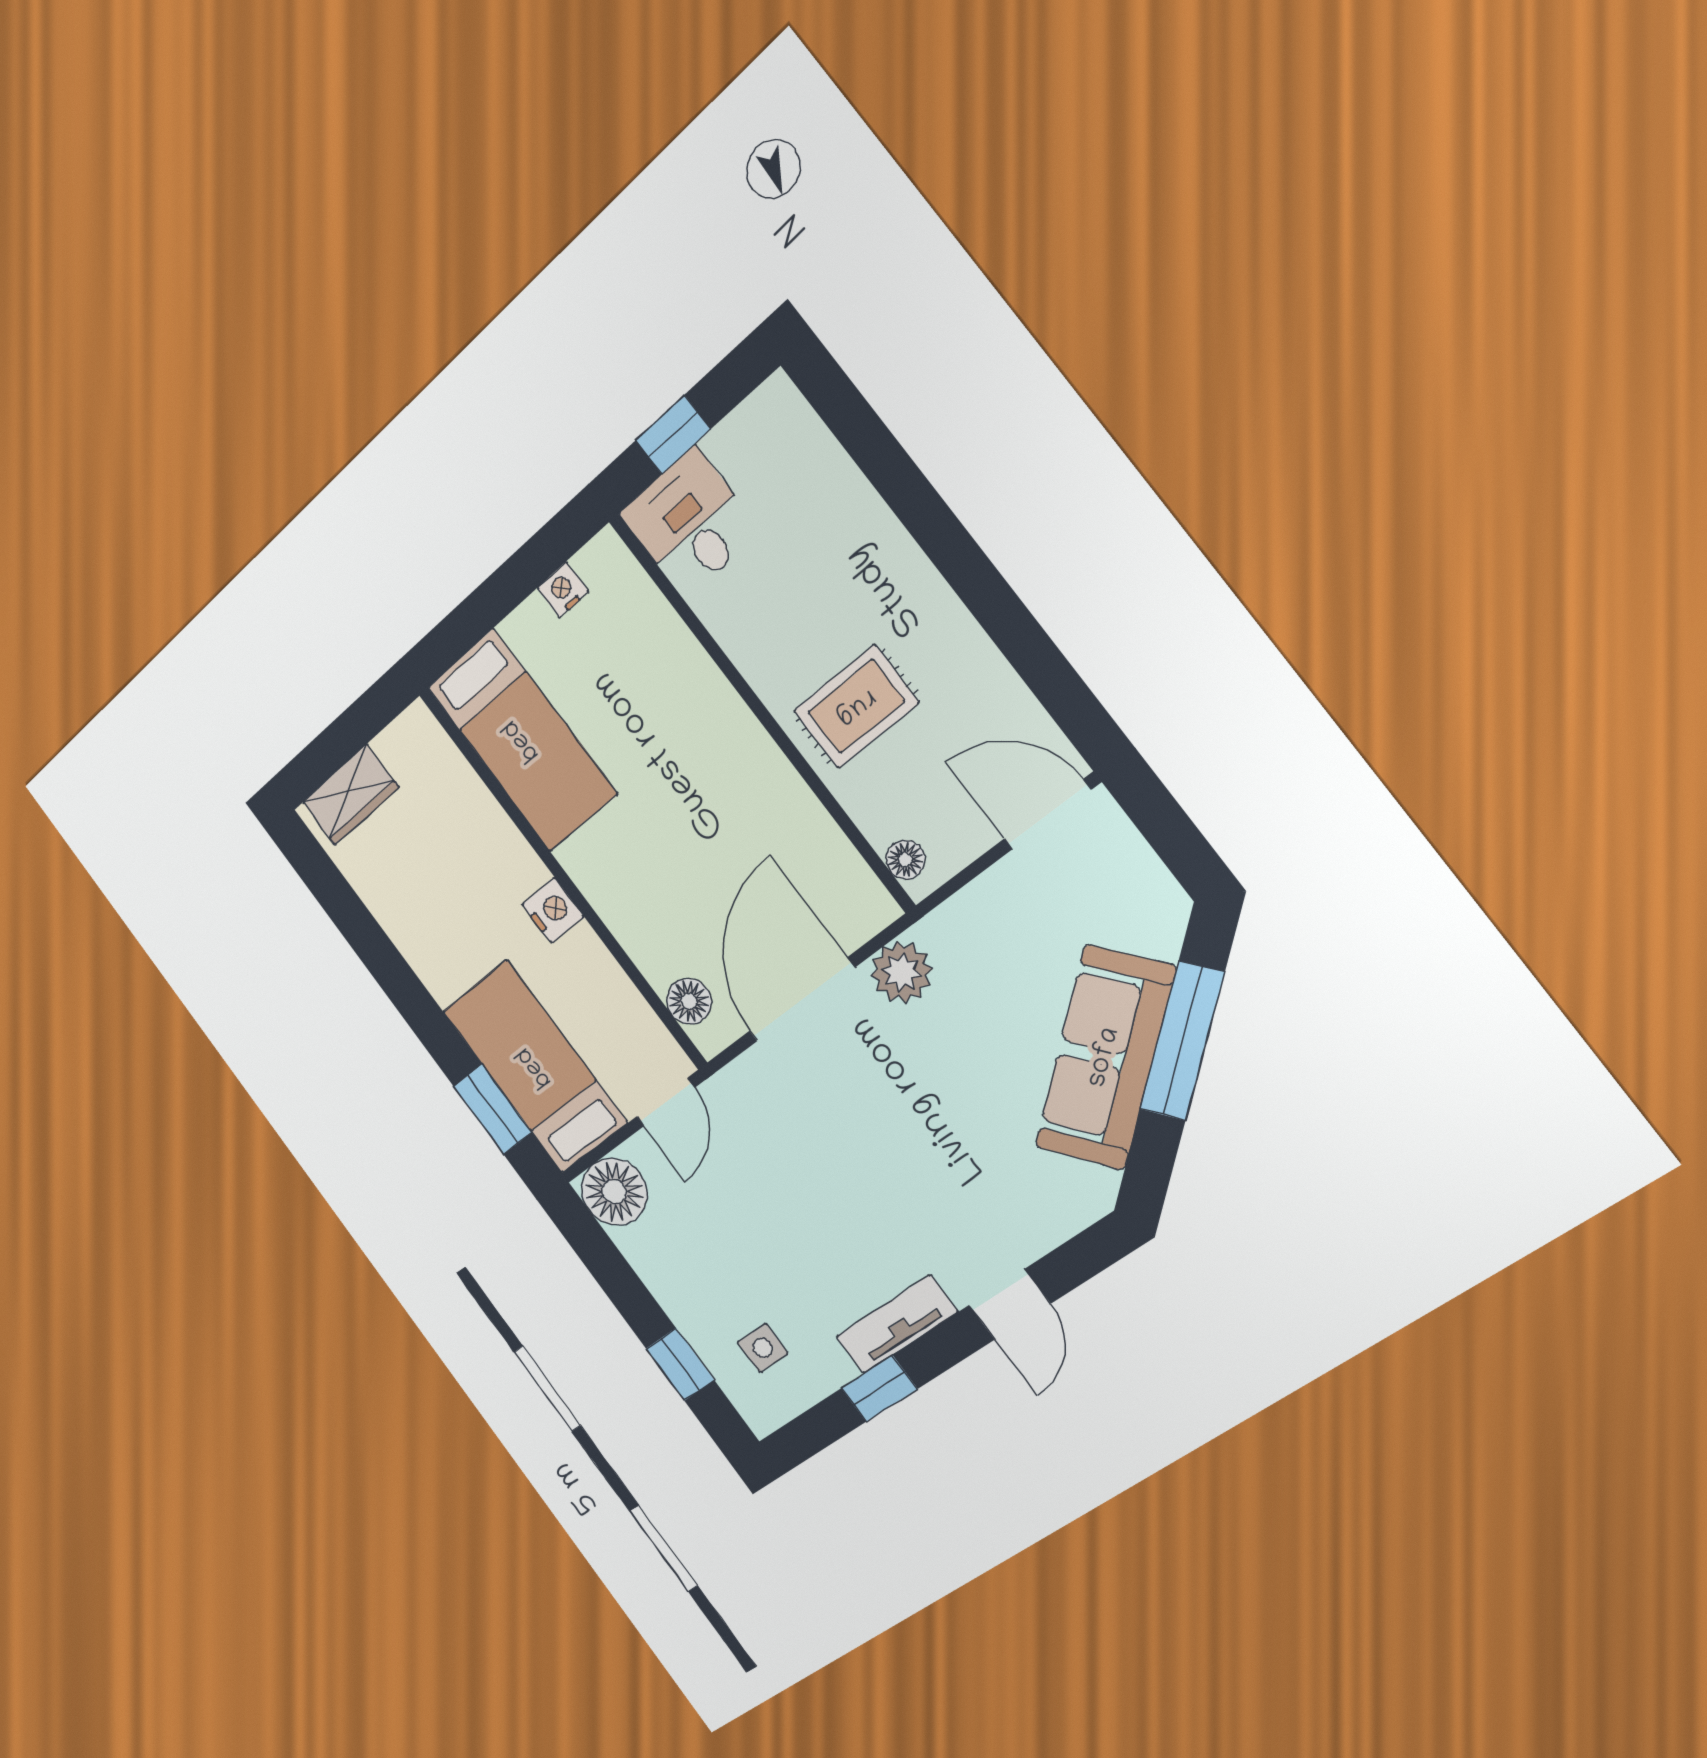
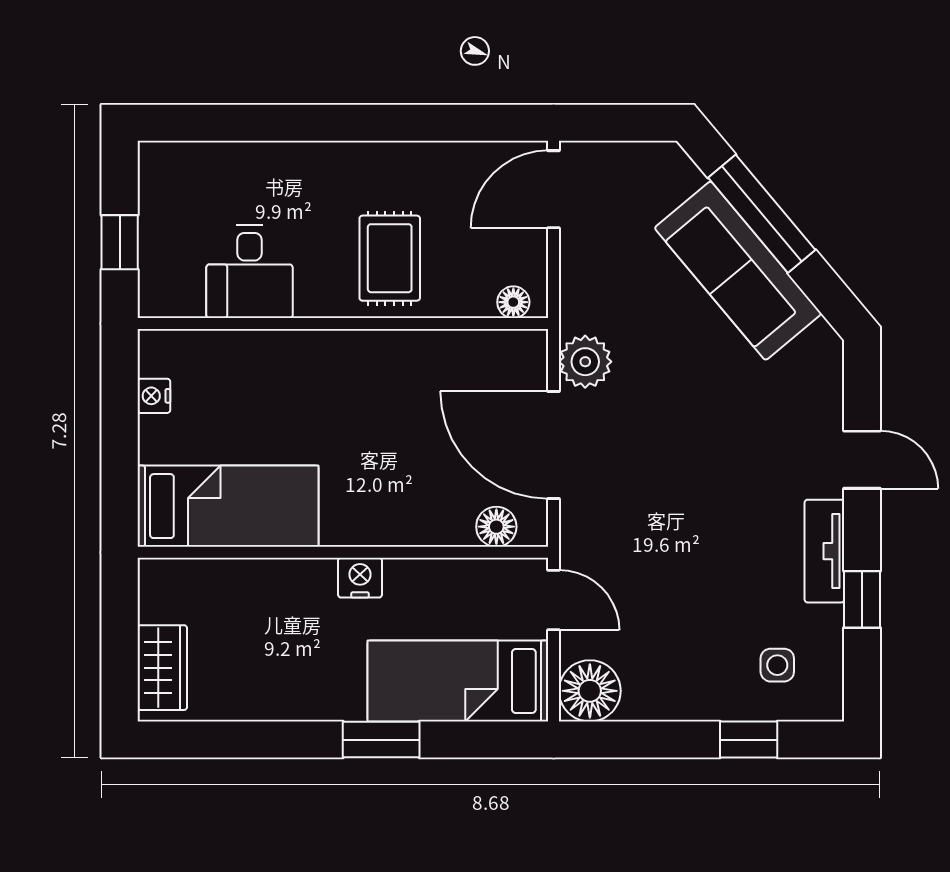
desk: (690, 523) -> (250, 272), moved, turned -90
window: (493, 1109) -> (381, 740), moved

